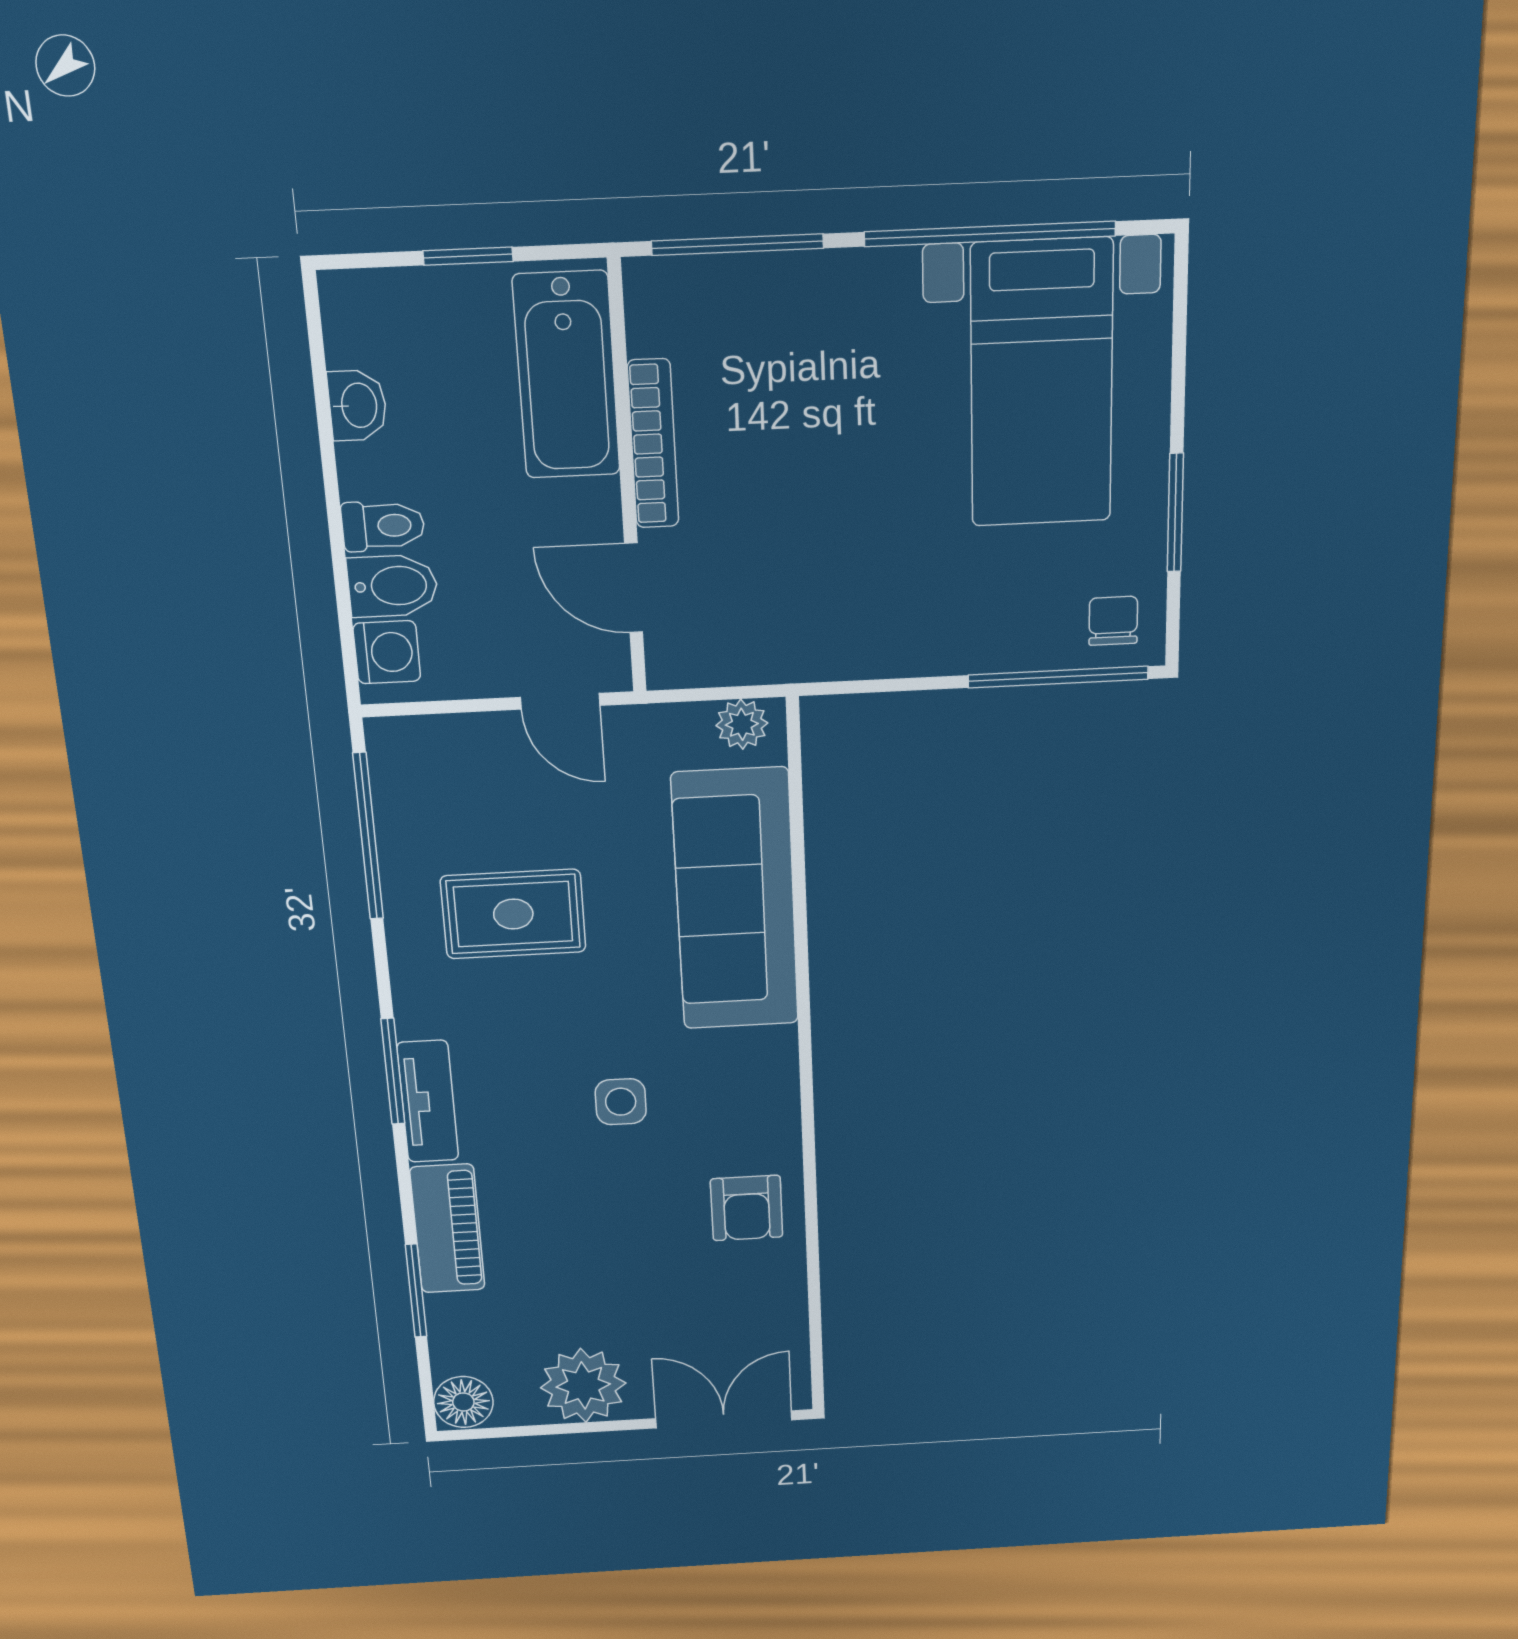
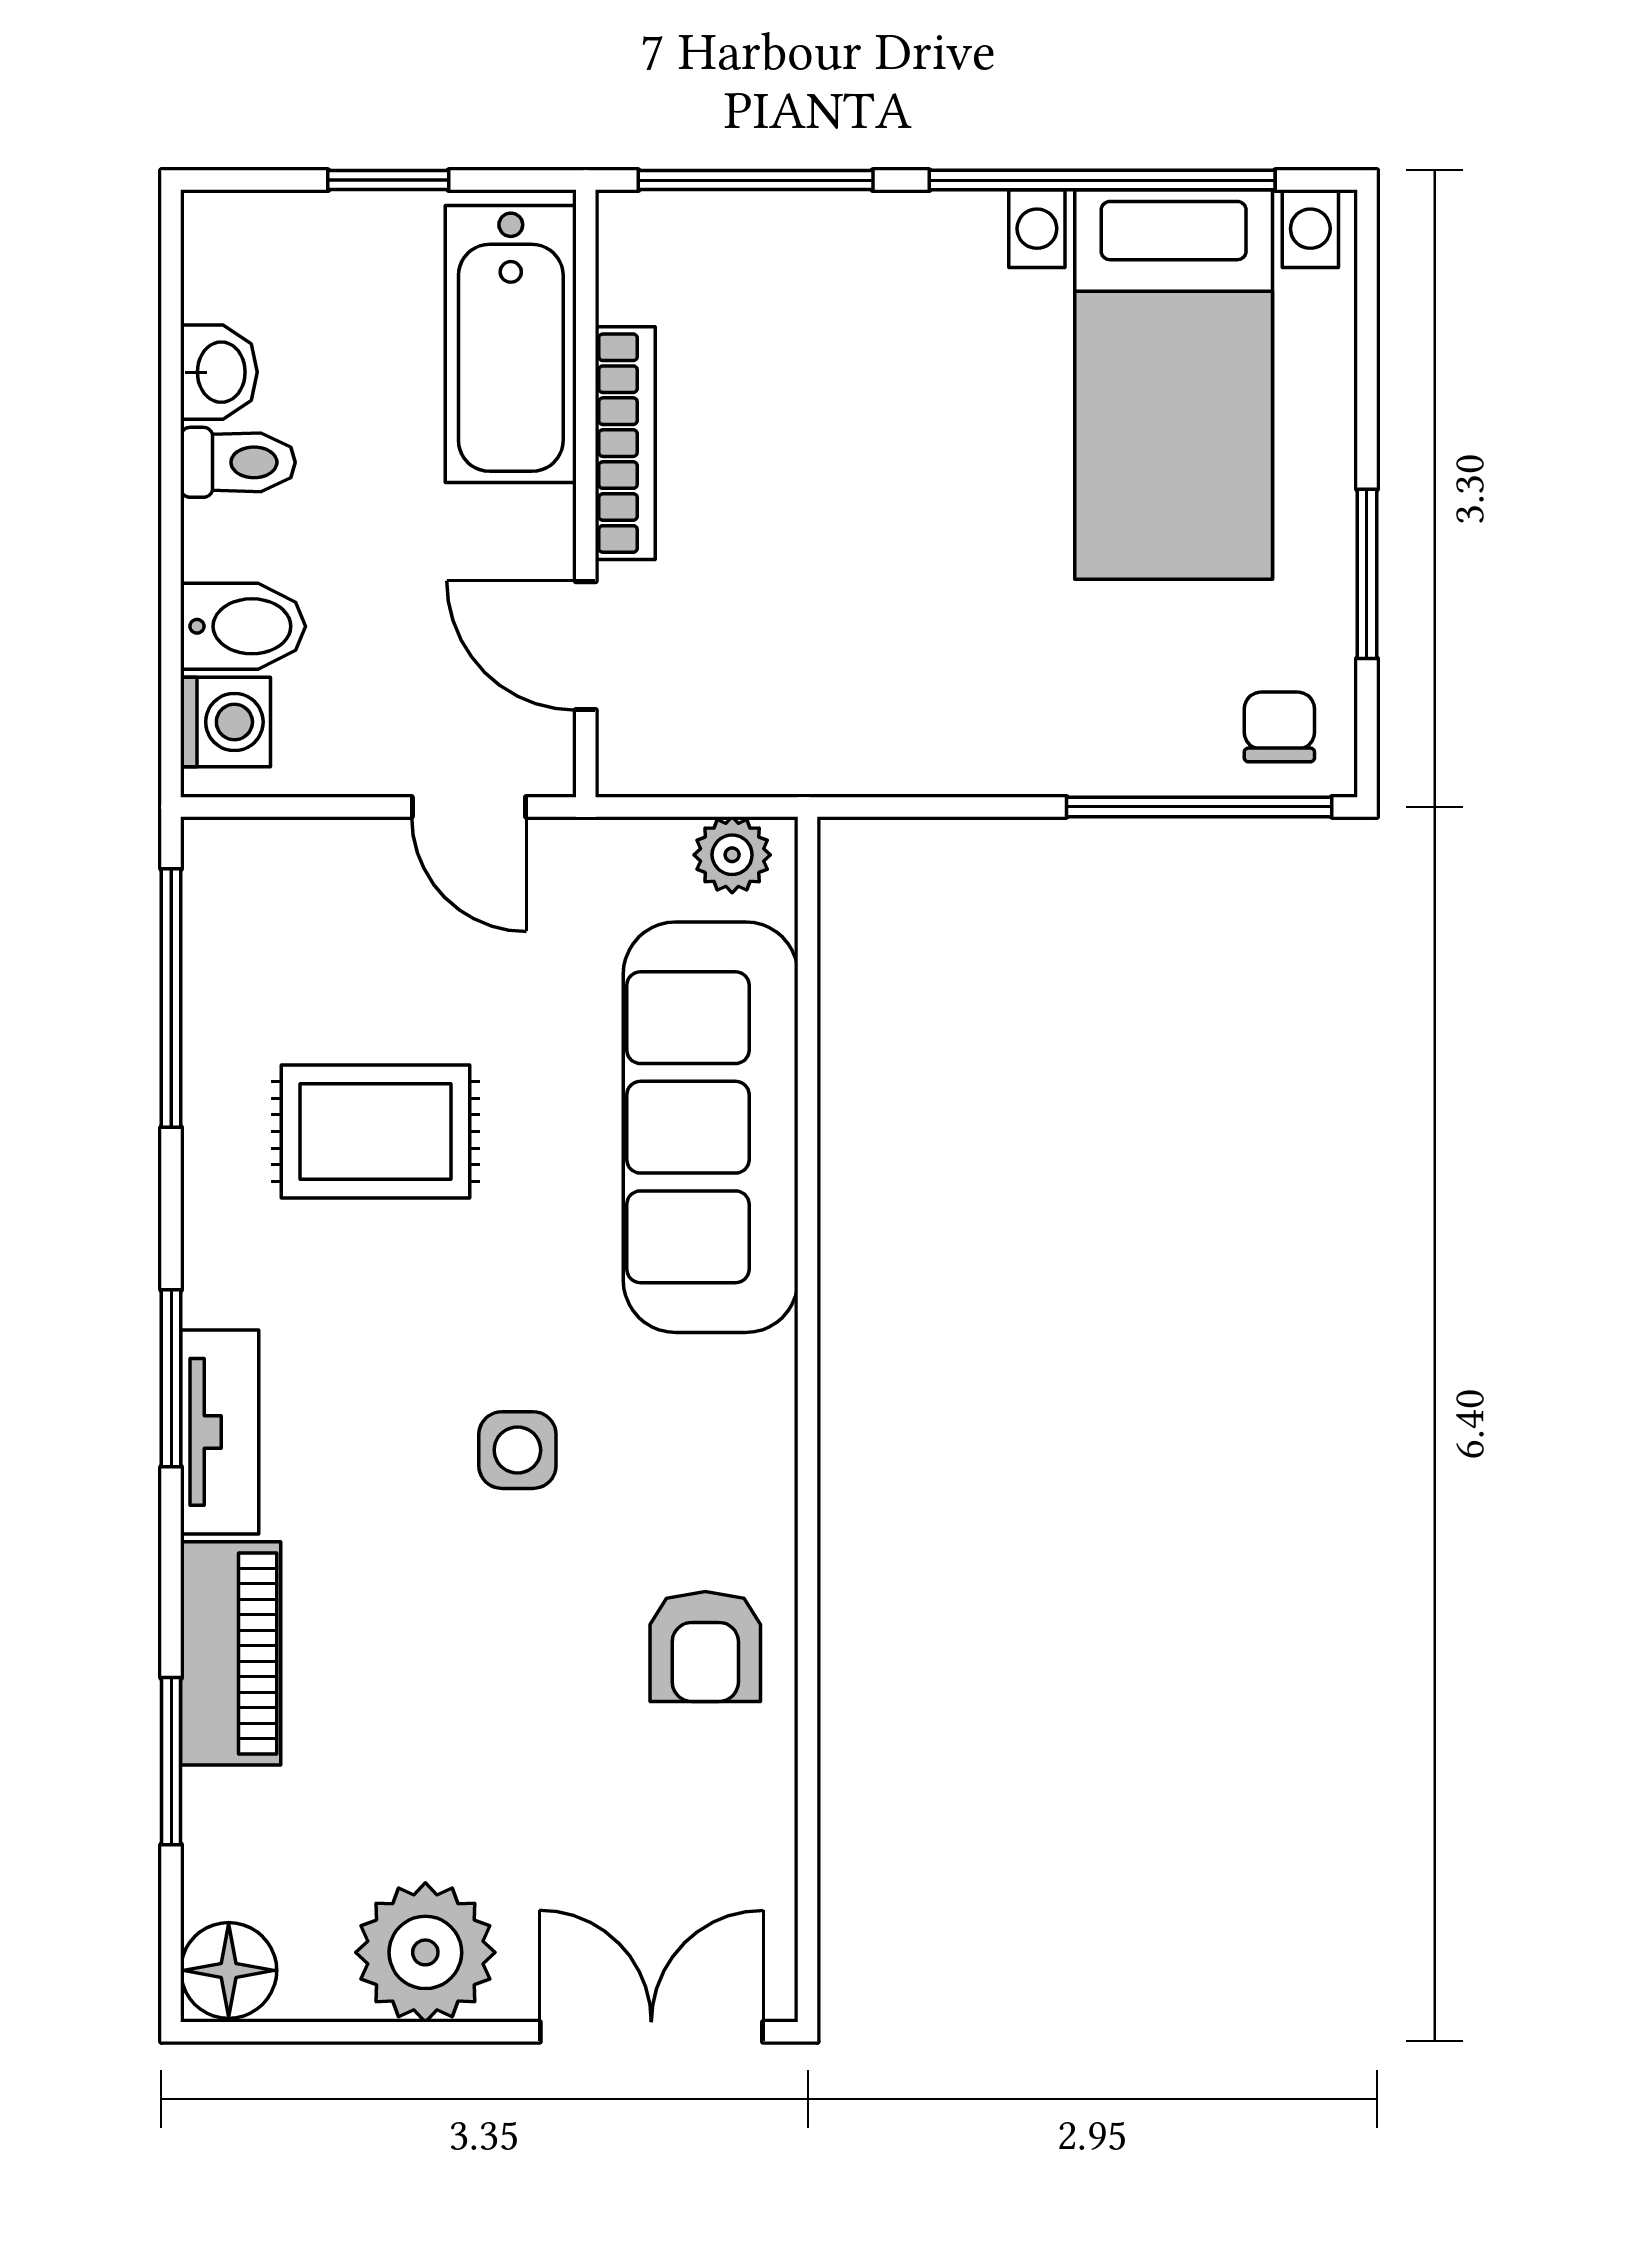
toilet: (383, 526) -> (238, 462), moved

